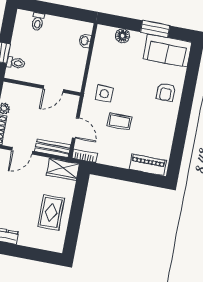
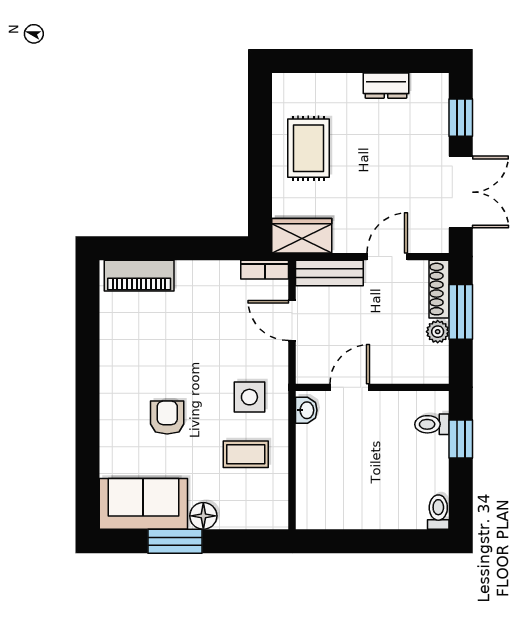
toilet: (38, 22) -> (438, 512), moved
floor lamp: (122, 36) -> (203, 516), moved
washbasin: (85, 41) -> (306, 410), moved
armchair: (166, 92) -> (167, 417), moved
coffee table: (119, 121) -> (246, 454), moved

